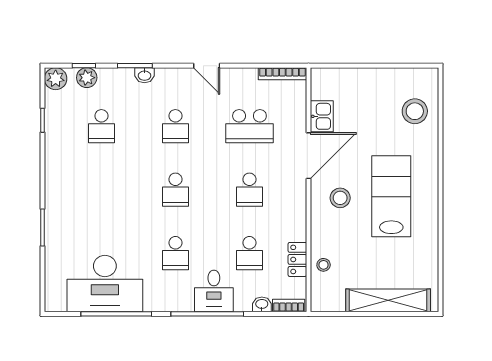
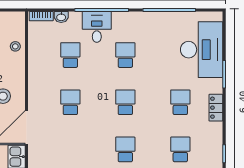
school desk: (249, 126) -> (180, 102), moved, width x0.54
locker: (297, 259) -> (216, 108), moved, turned 180
desk: (105, 284) -> (202, 50), moved, turned 90

